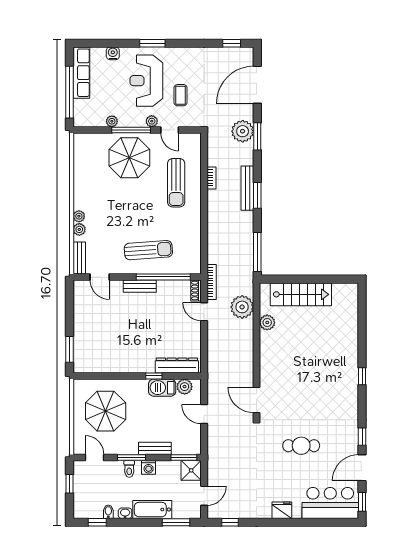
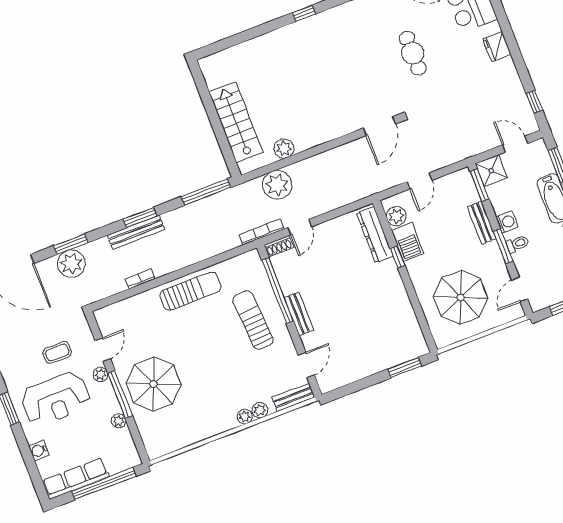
sun lounger: (176, 183) -> (190, 291), moved

